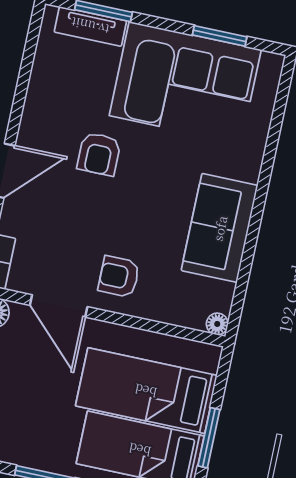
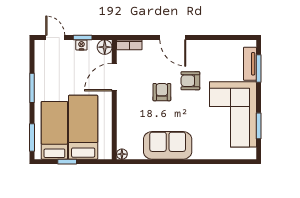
armchair: (119, 277) -> (162, 92), moved
window: (209, 438) -> (67, 162), width x0.67

